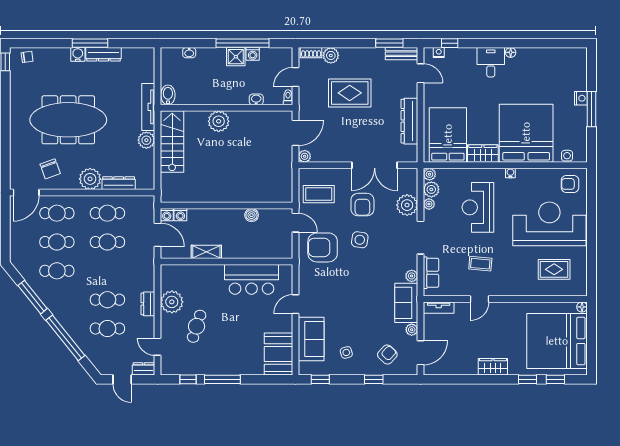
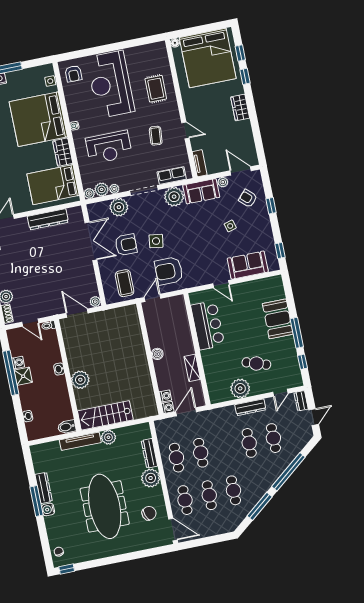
rug: (350, 93) -> (34, 274), removed
washbasin: (256, 99) -> (59, 369), moved
boiler: (252, 215) -> (157, 354), moved
armchair: (323, 247) -> (169, 271), turned 90
rug: (554, 269) -> (156, 89), moved
plant: (412, 276) -> (174, 197), width x1.88, depth x1.88
dresser: (148, 304) -> (250, 407), width x1.44
side table: (346, 352) -> (230, 226), moved
booth: (278, 354) -> (278, 319), moved, turned 90

